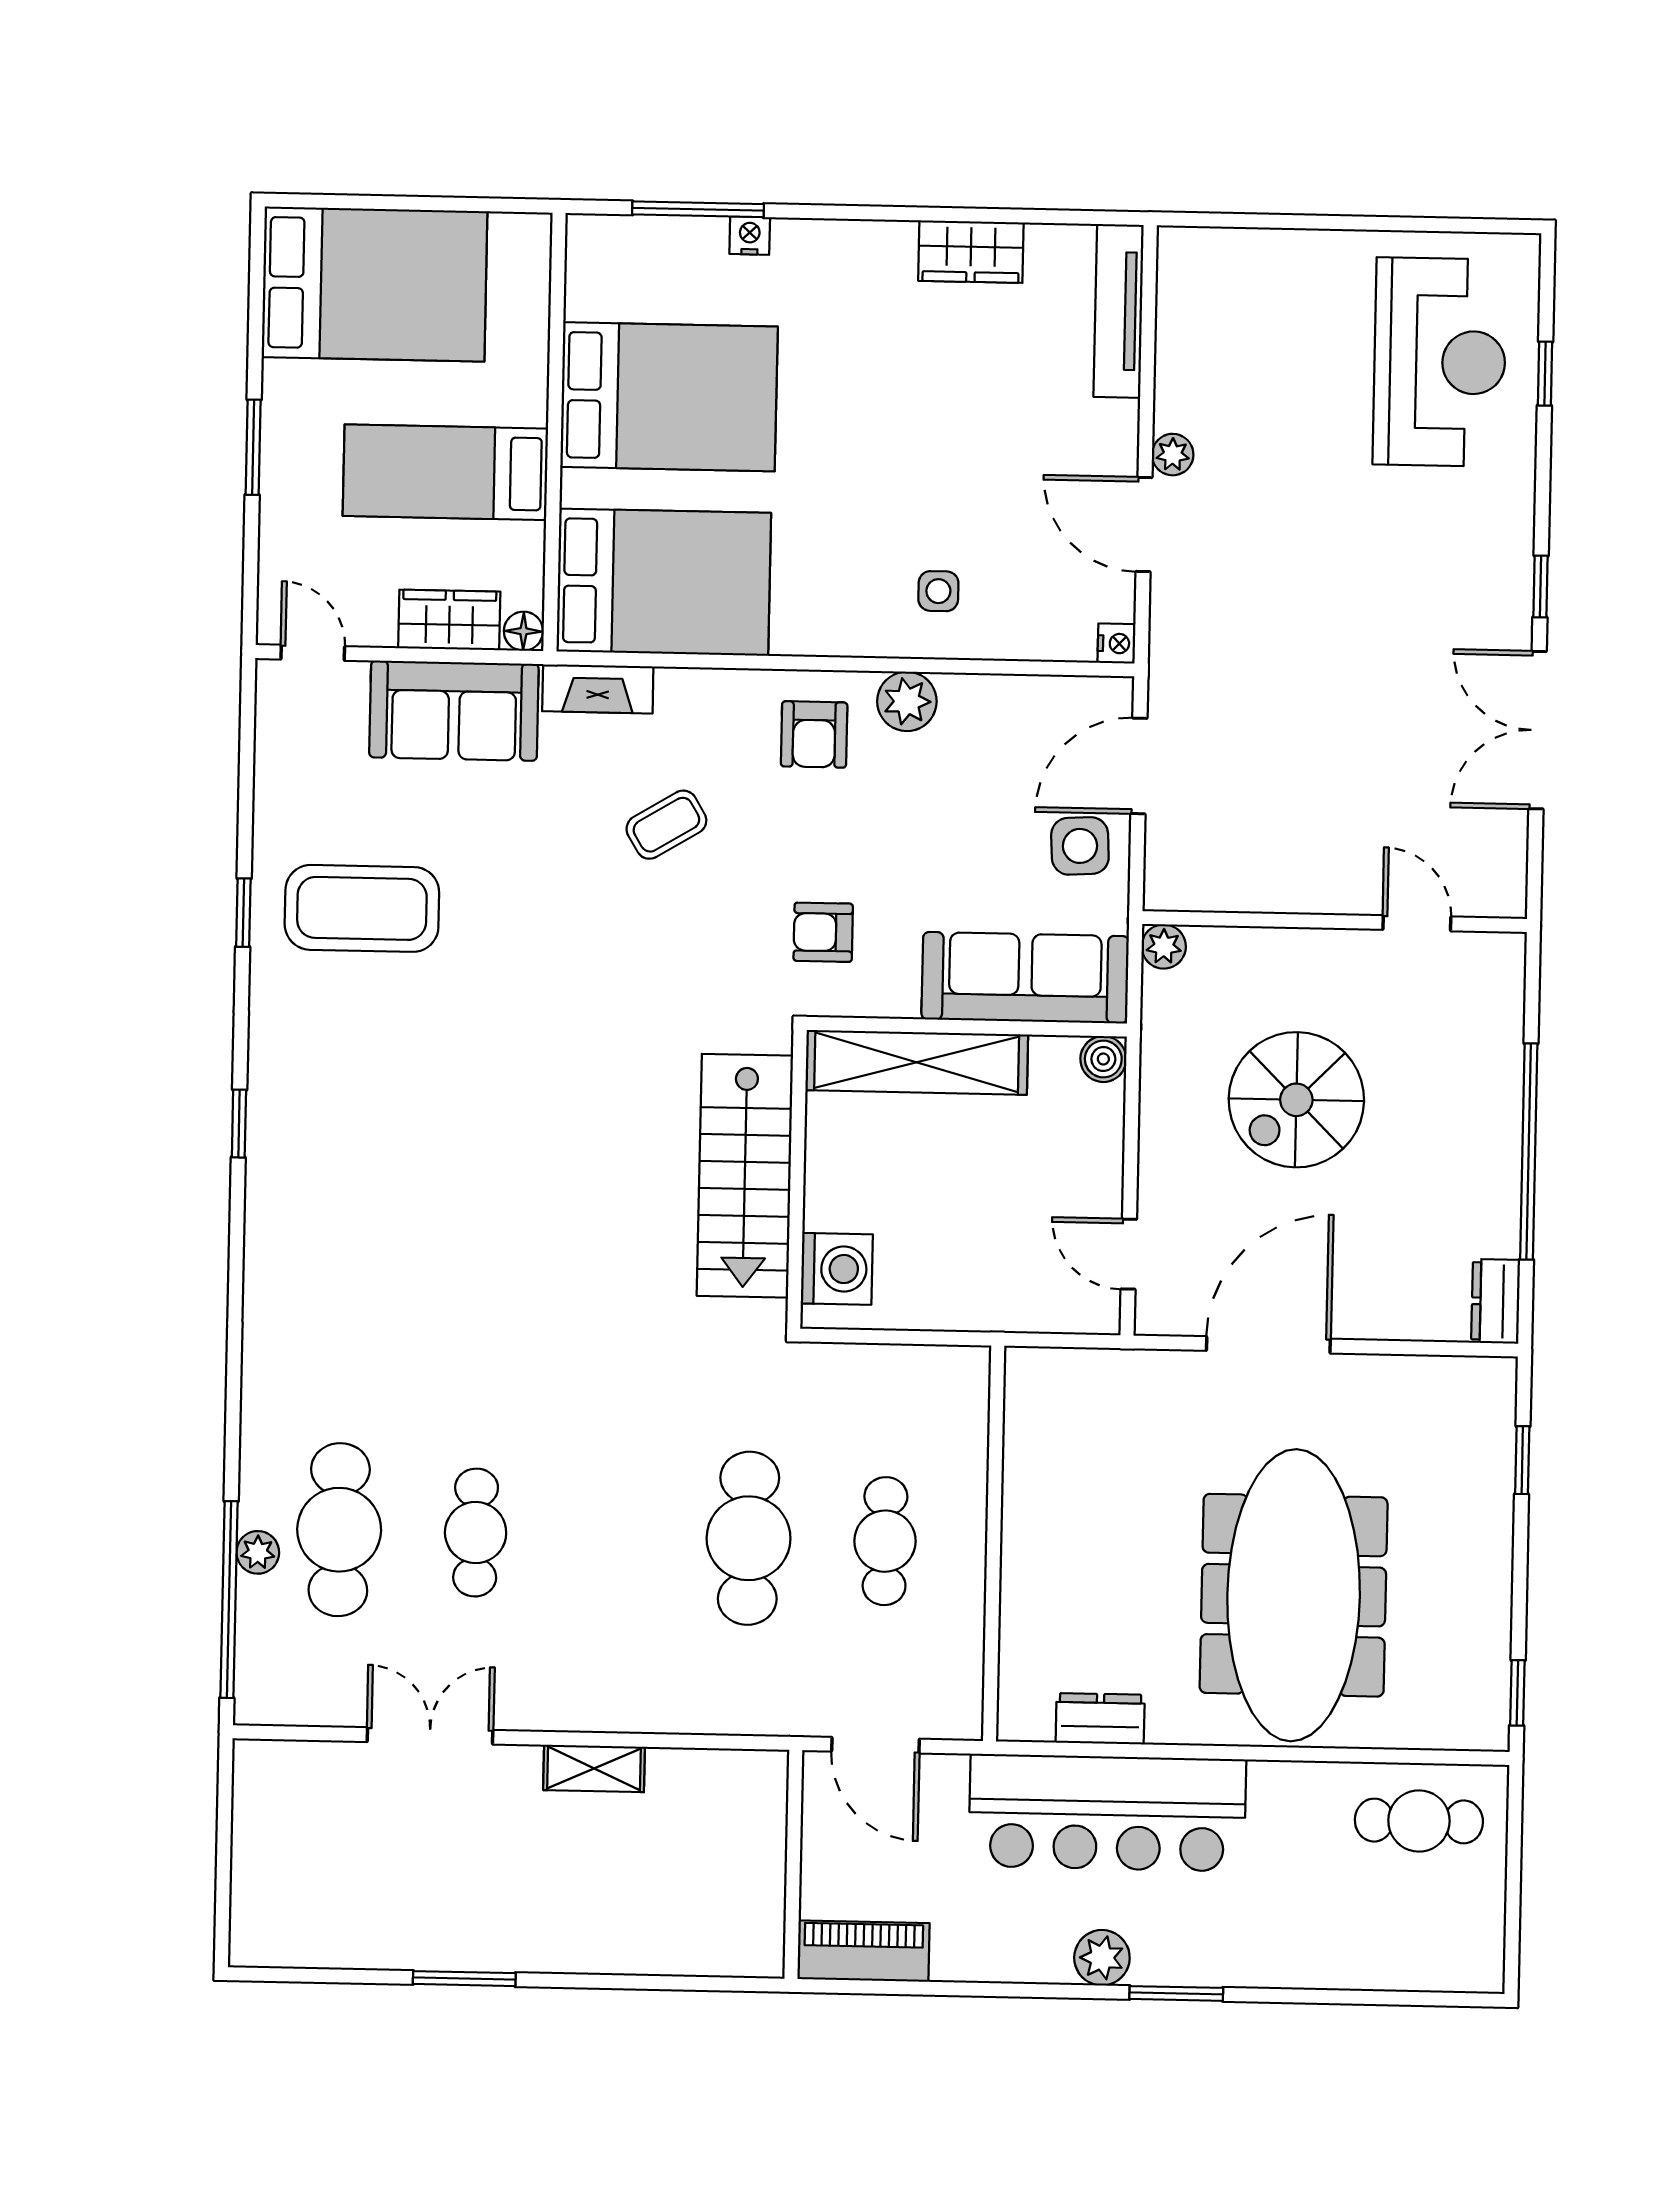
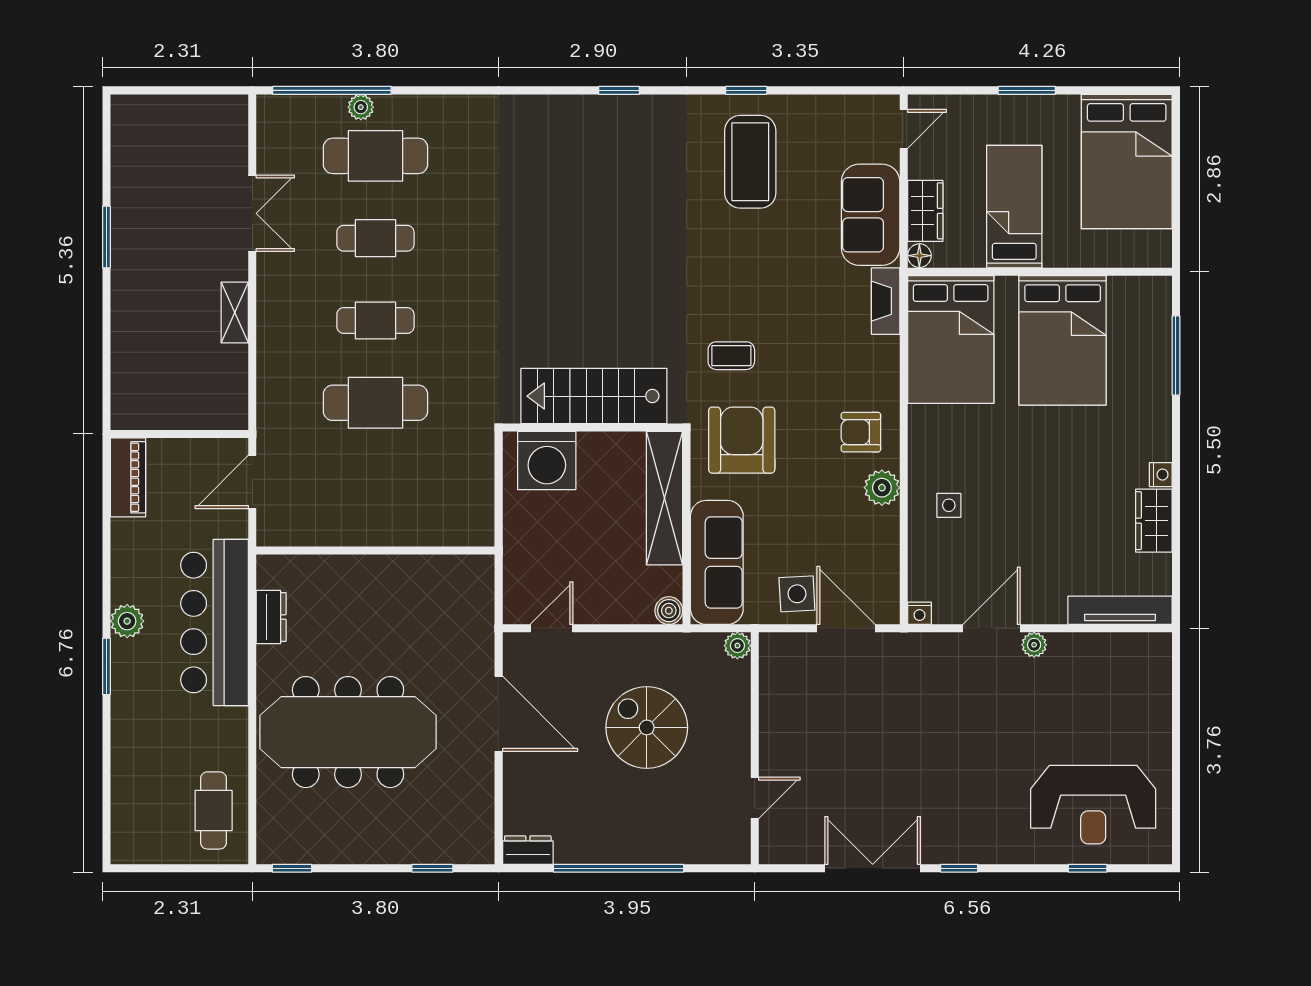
nightstand: (750, 236) -> (1161, 475), moved
coffee table: (666, 825) -> (731, 356), moved, turned -59
armchair: (823, 932) -> (742, 440), width x1.88, depth x1.88
washing machine: (837, 1269) -> (547, 460), width x1.37, depth x1.37
cafe table: (885, 1541) -> (375, 320), moved

